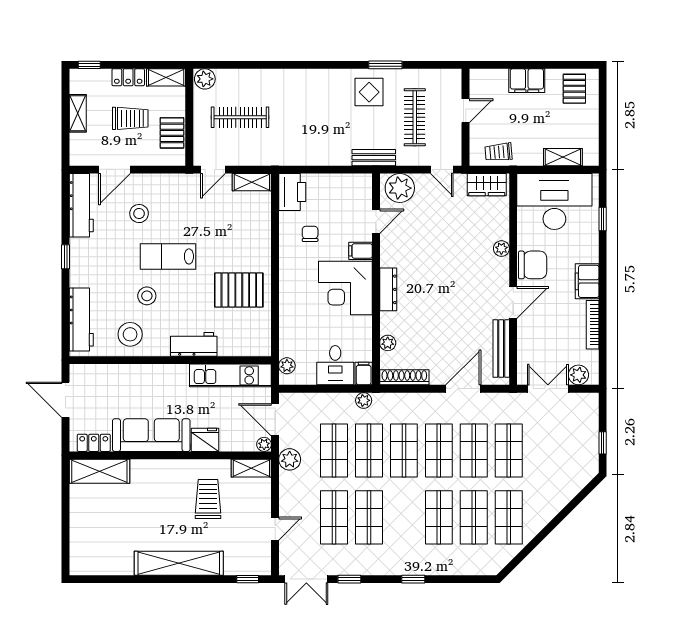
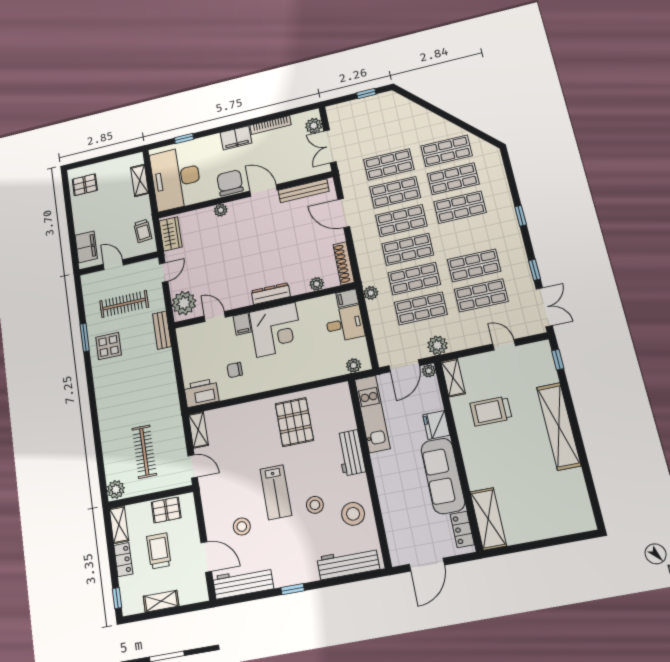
filing cabinet: (527, 81) -> (86, 247), moved

